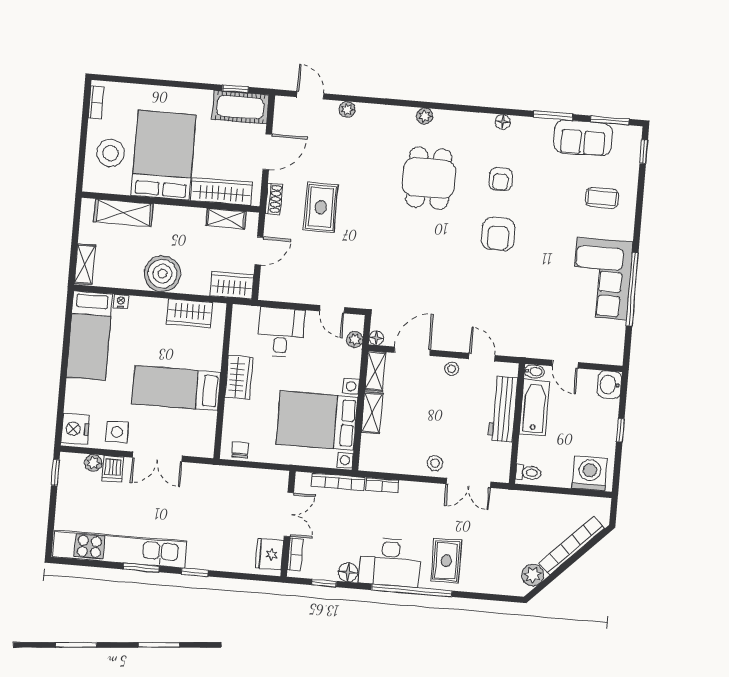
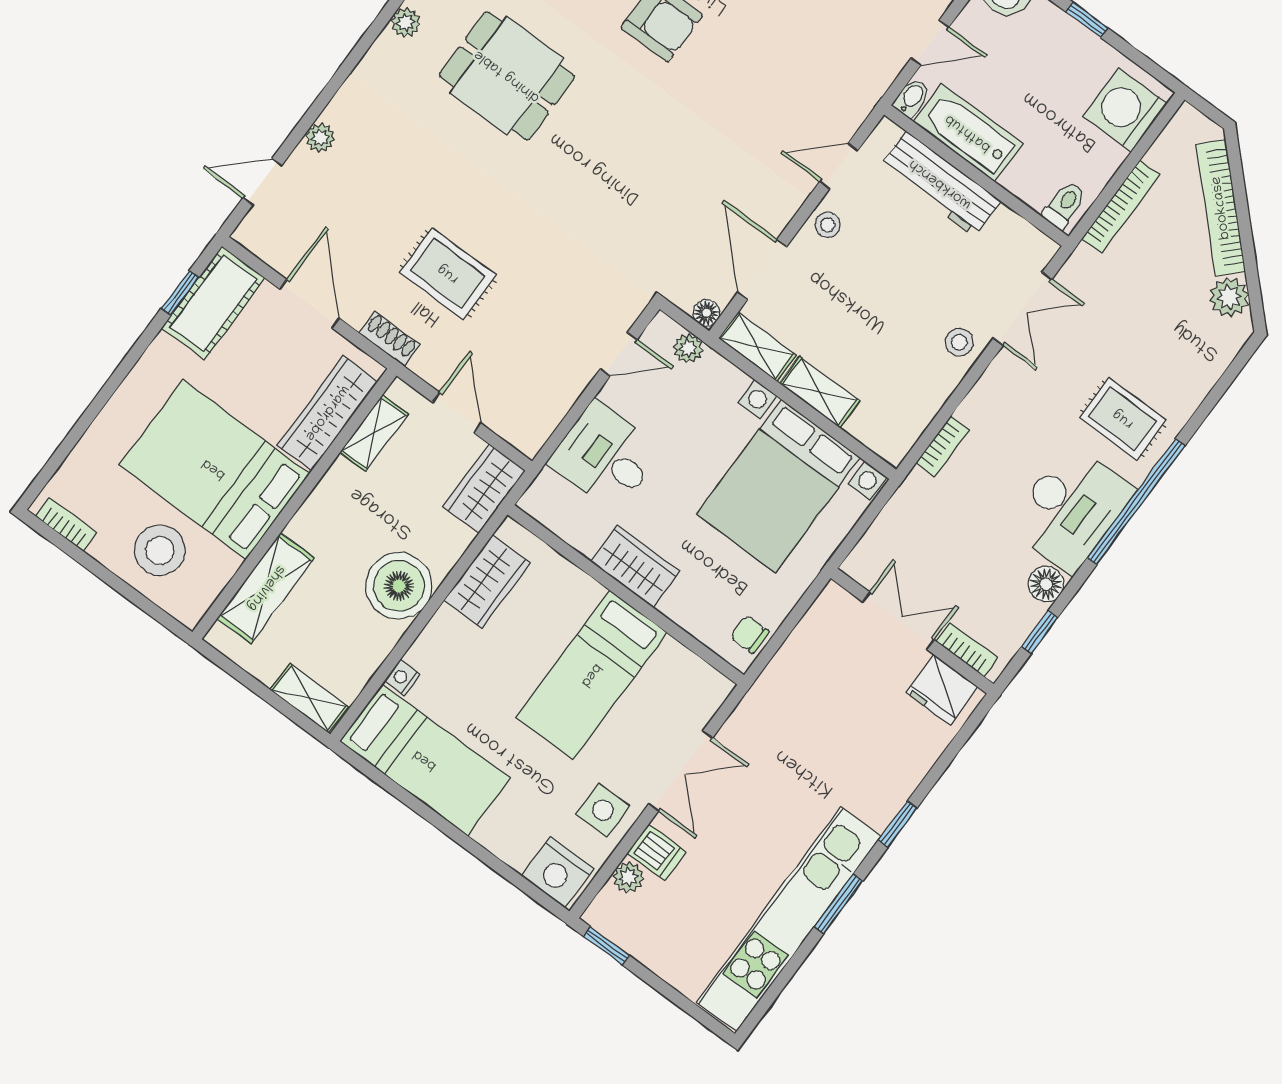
bookcase: (338, 482) -> (1121, 207), moved

